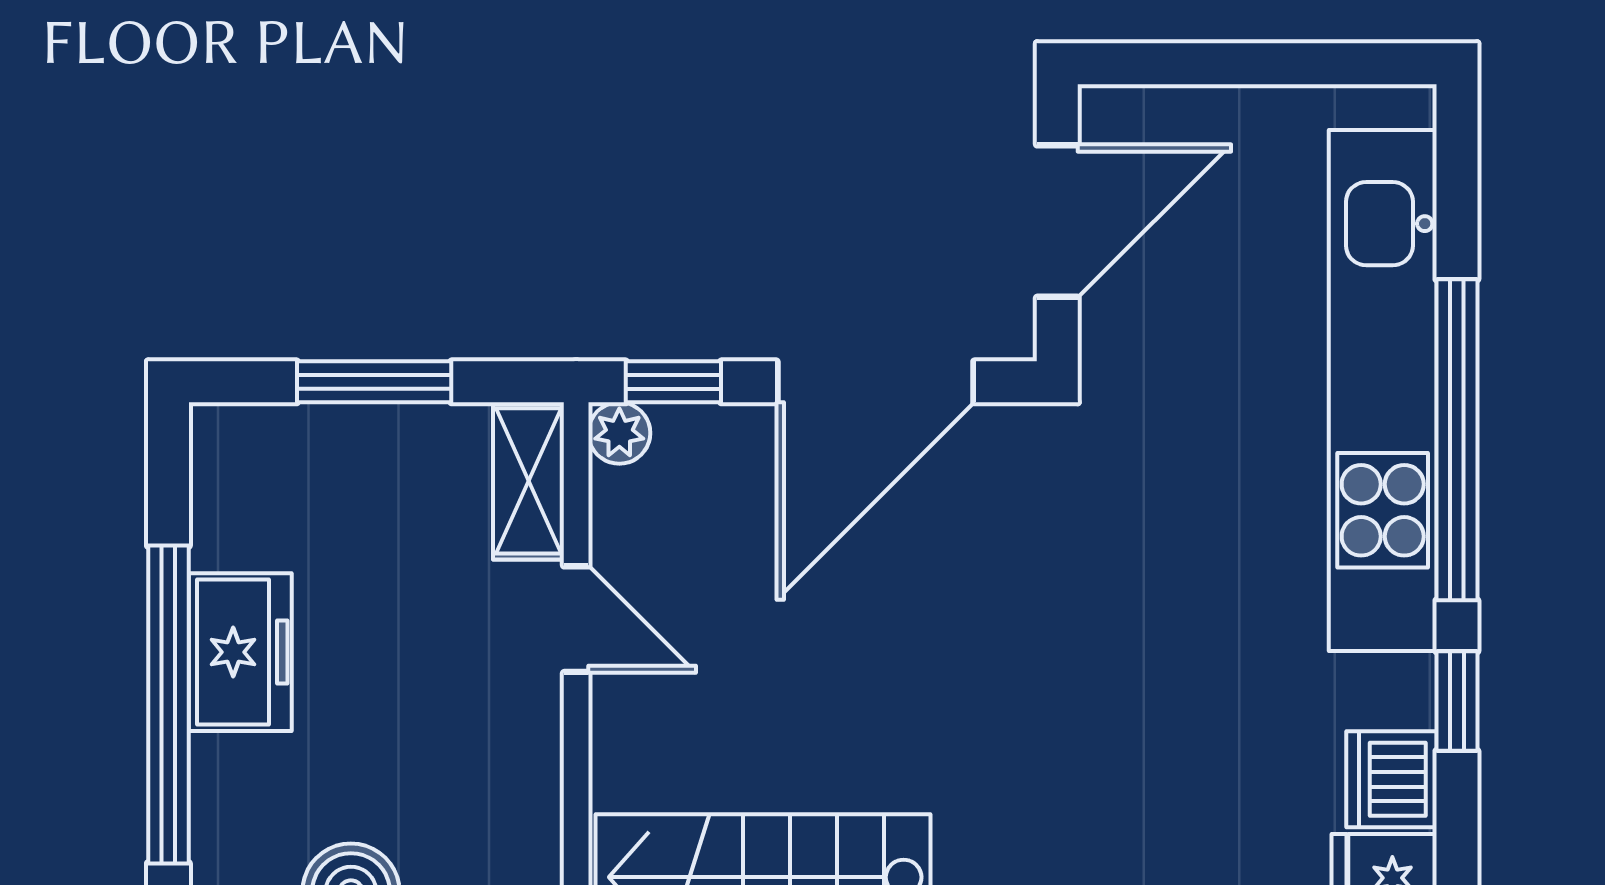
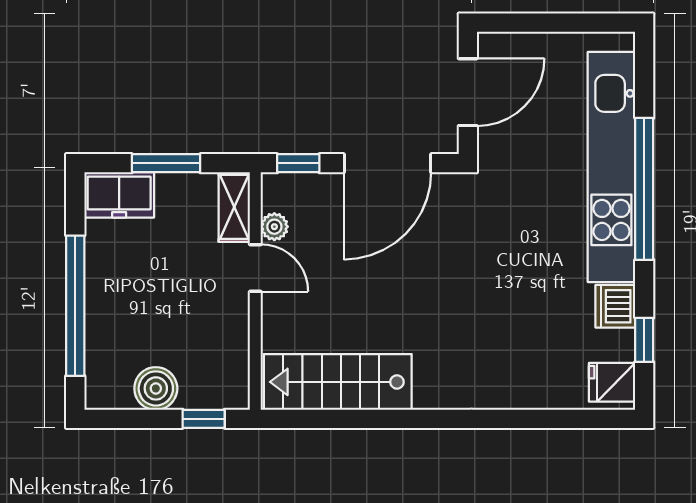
plant: (619, 433) -> (274, 227), moved
freezer: (240, 652) -> (119, 195), moved, turned 90
window: (1457, 701) -> (644, 340), moved
dishwasher: (1391, 779) -> (615, 306), moved

